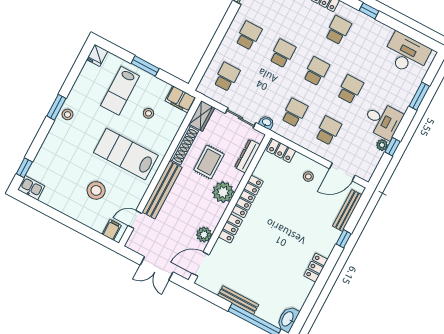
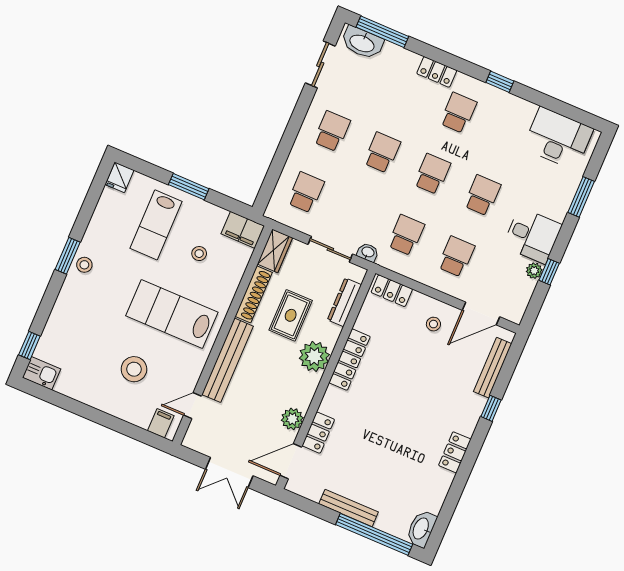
locker: (230, 229) -> (318, 433), moved

